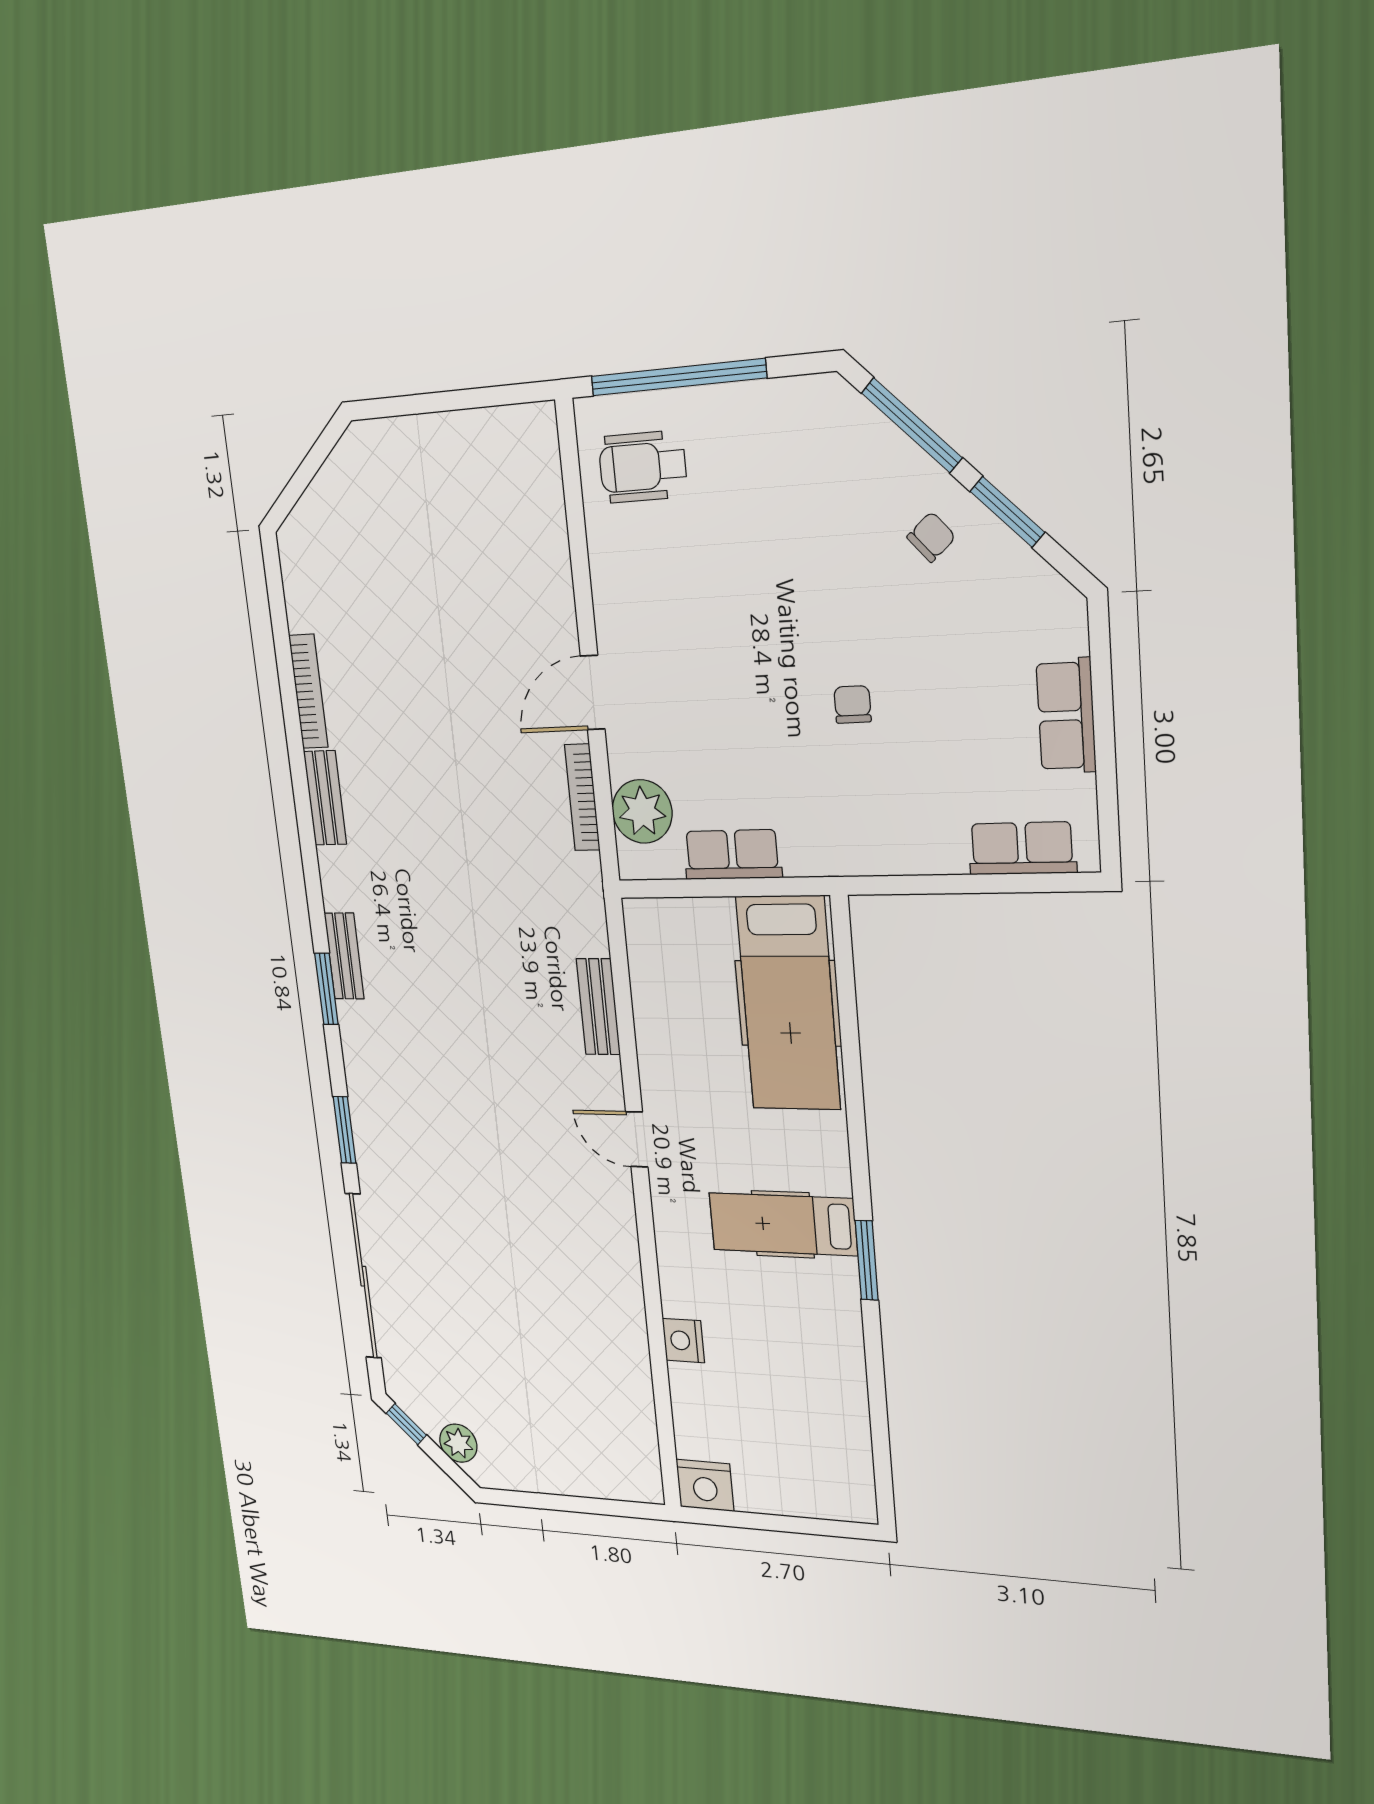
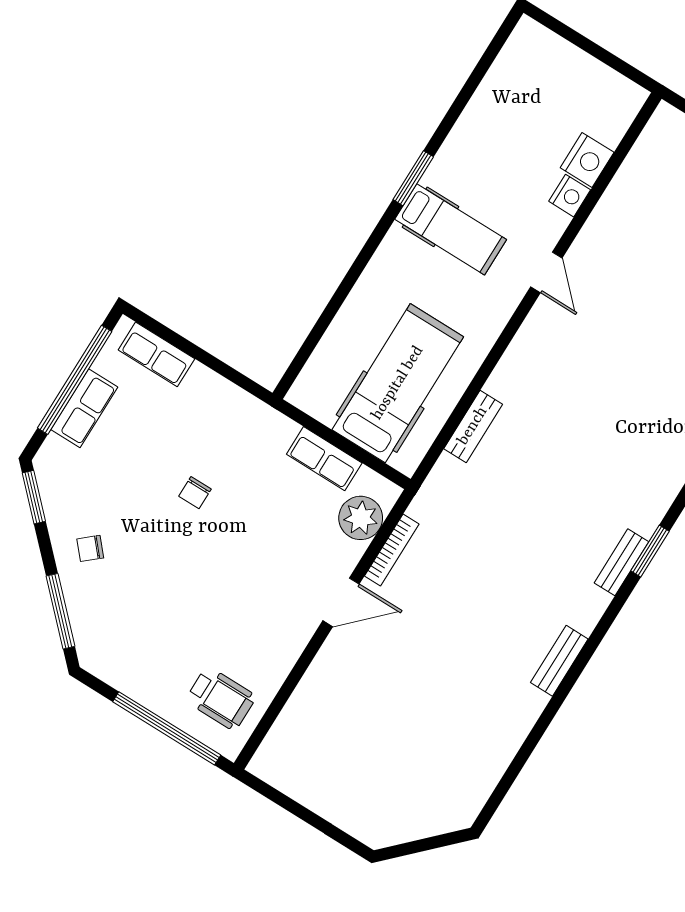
window: (1007, 512) -> (34, 497), moved
bookcase: (308, 691) -> (521, 727), removed
window: (1105, 744) -> (75, 380), added
hospital bed: (788, 1003) -> (398, 383), moved
door: (637, 1139) -> (546, 272), moved
nightstand: (705, 1485) -> (587, 160), moved, turned 90

